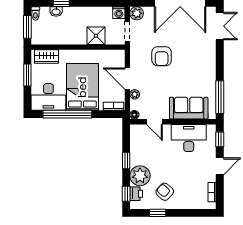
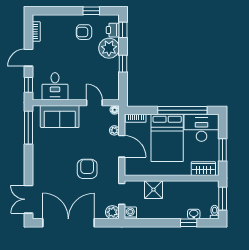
desk: (189, 138) -> (55, 86), width x0.73
armchair: (165, 192) -> (84, 32), turned 138

